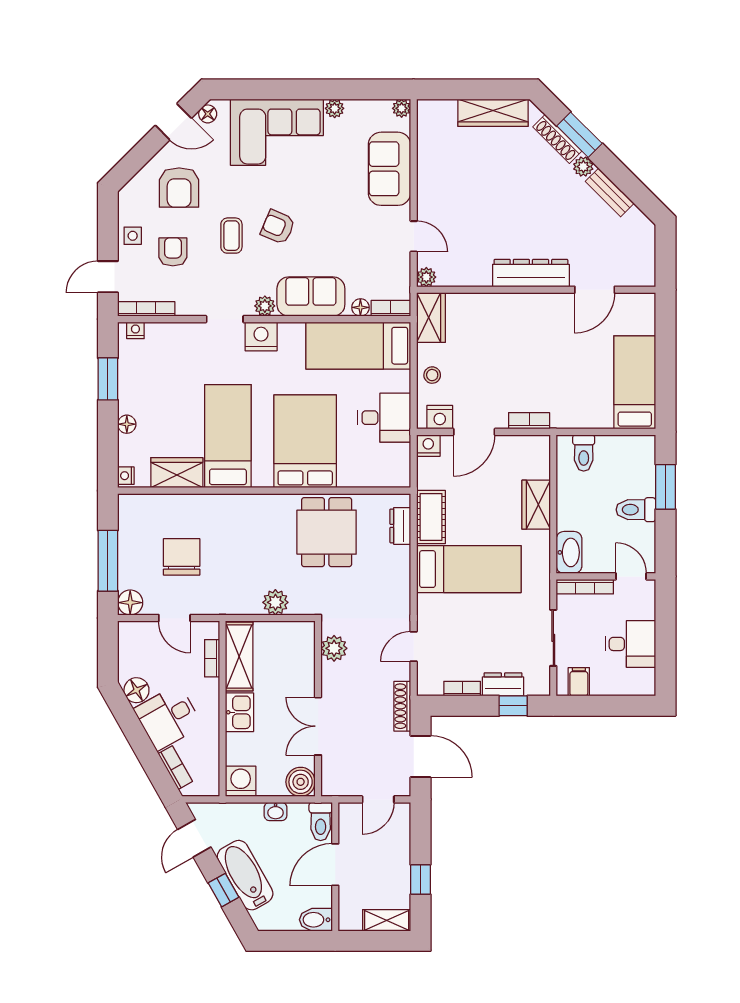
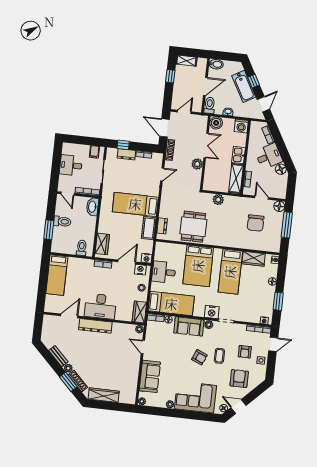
desk: (524, 321) -> (100, 306), added
wardrobe: (536, 505) -> (102, 244), moved
plant: (334, 648) -> (197, 164), moved

